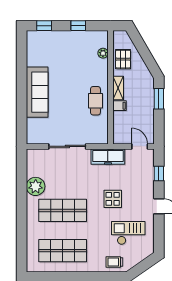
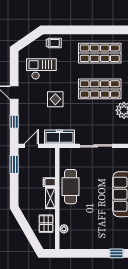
window: (78, 26) -> (86, 253), removed
window: (159, 99) -> (14, 164), moved
cafe table: (95, 101) -> (71, 187), width x1.37, depth x1.35
door: (140, 146) -> (31, 146), swing flipped
checkout: (128, 233) -> (41, 69), turned 180

